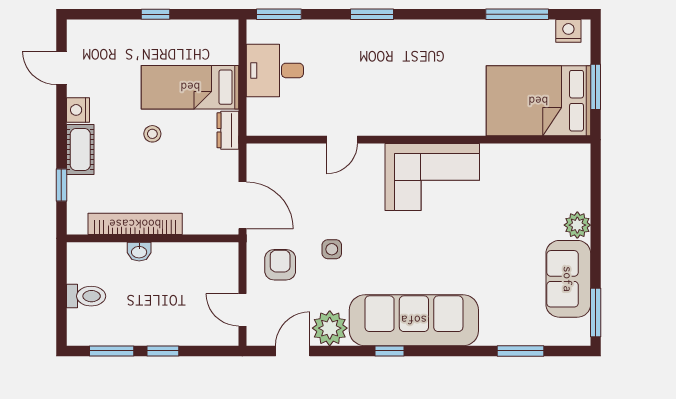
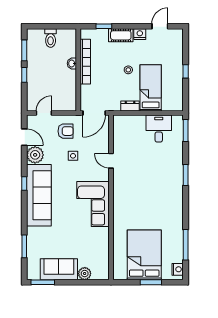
door: (342, 140) -> (111, 161), moved
wall: (418, 140) -> (111, 197), moved
corner sofa: (432, 177) -> (93, 204), moved

